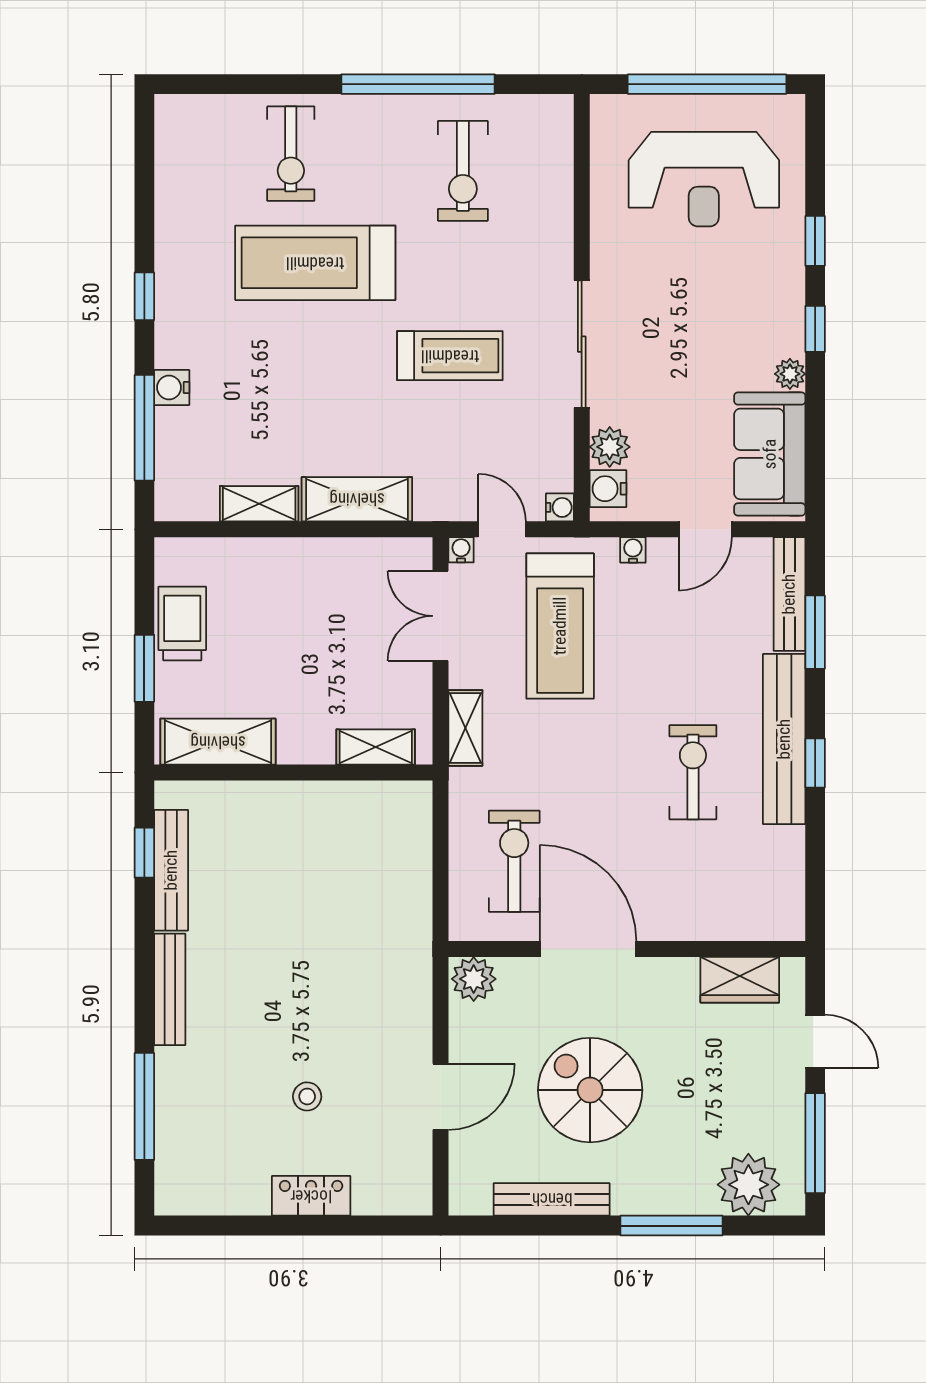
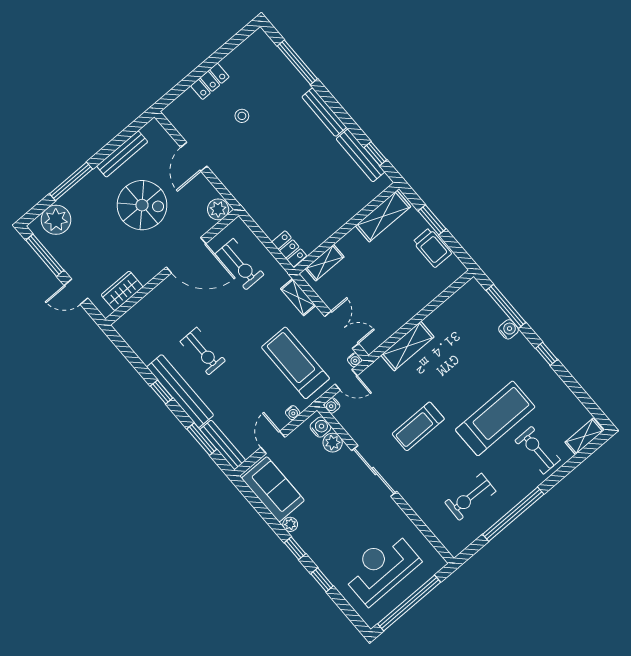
exercise bike: (463, 171) -> (470, 497), turned -88
shelving: (259, 504) -> (584, 436), moved
locker: (414, 818) -> (289, 249), added

